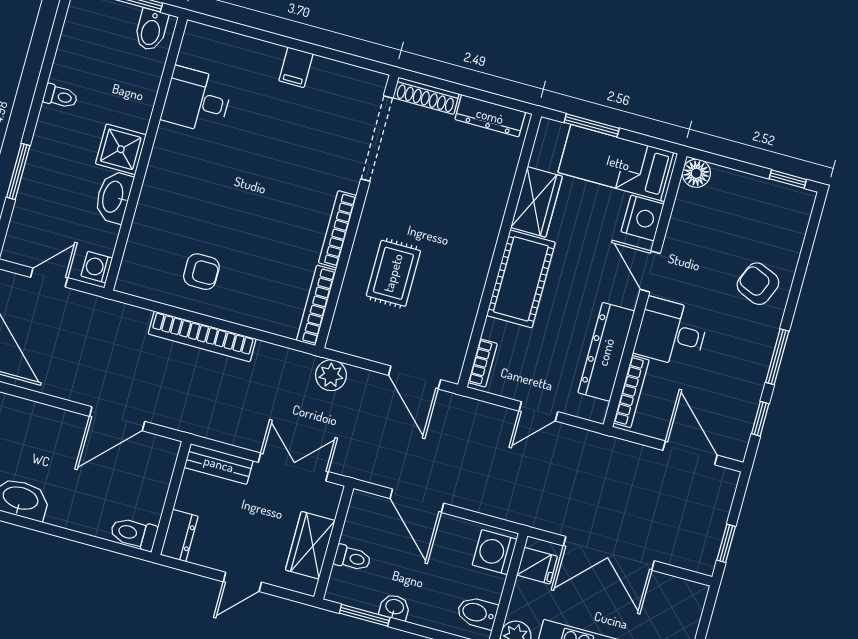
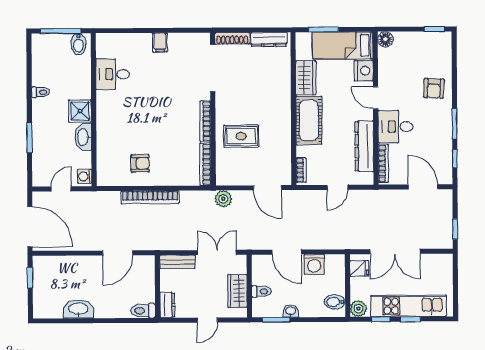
rug: (393, 273) -> (241, 136), turned 90
armchair: (758, 284) -> (434, 88), turned -110
washing machine: (495, 552) -> (314, 264), moved, turned -90

